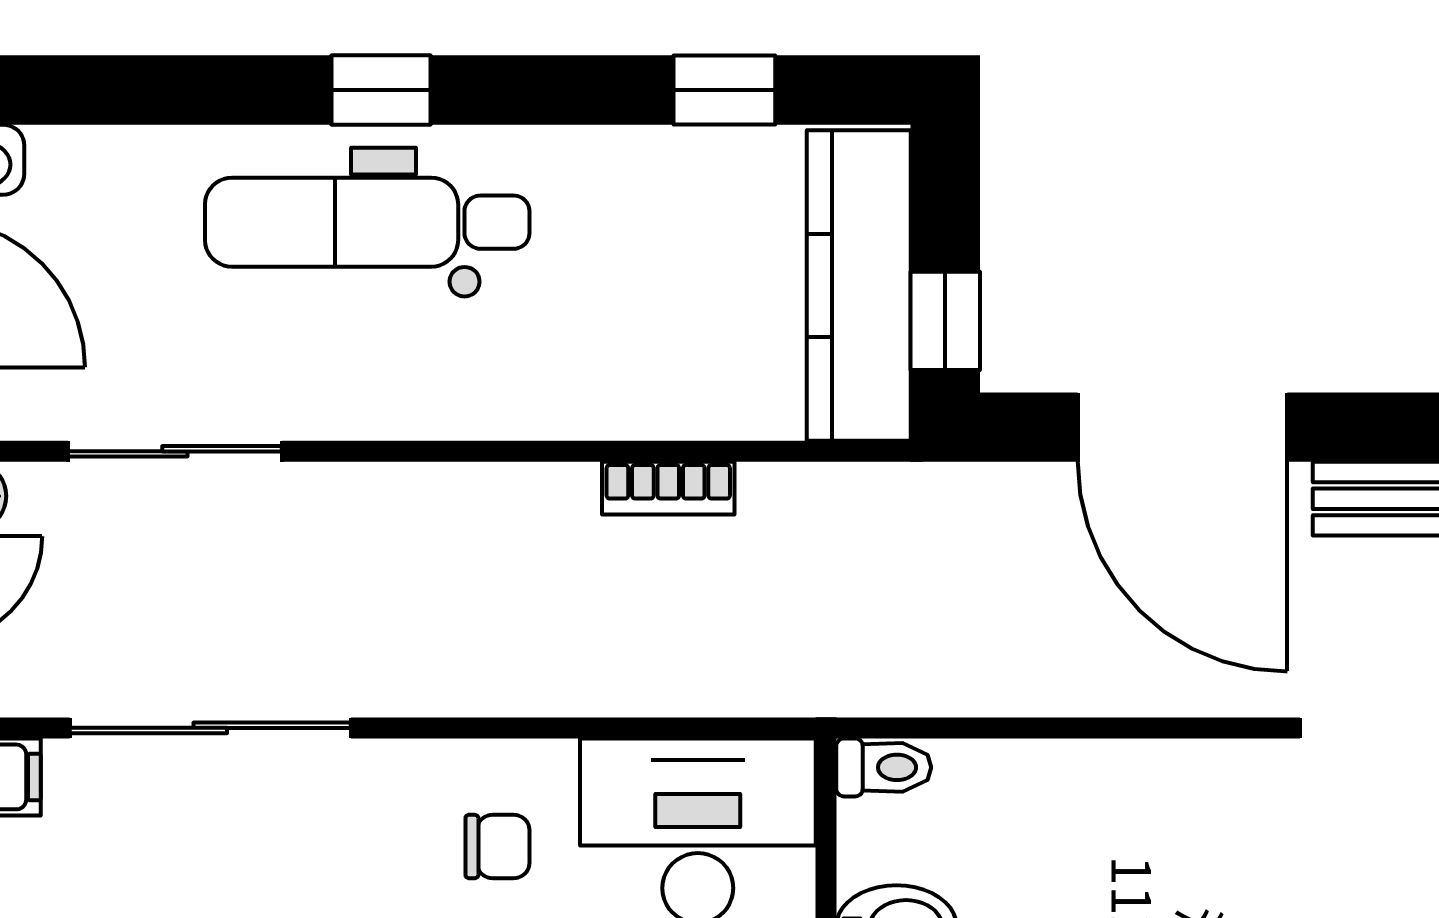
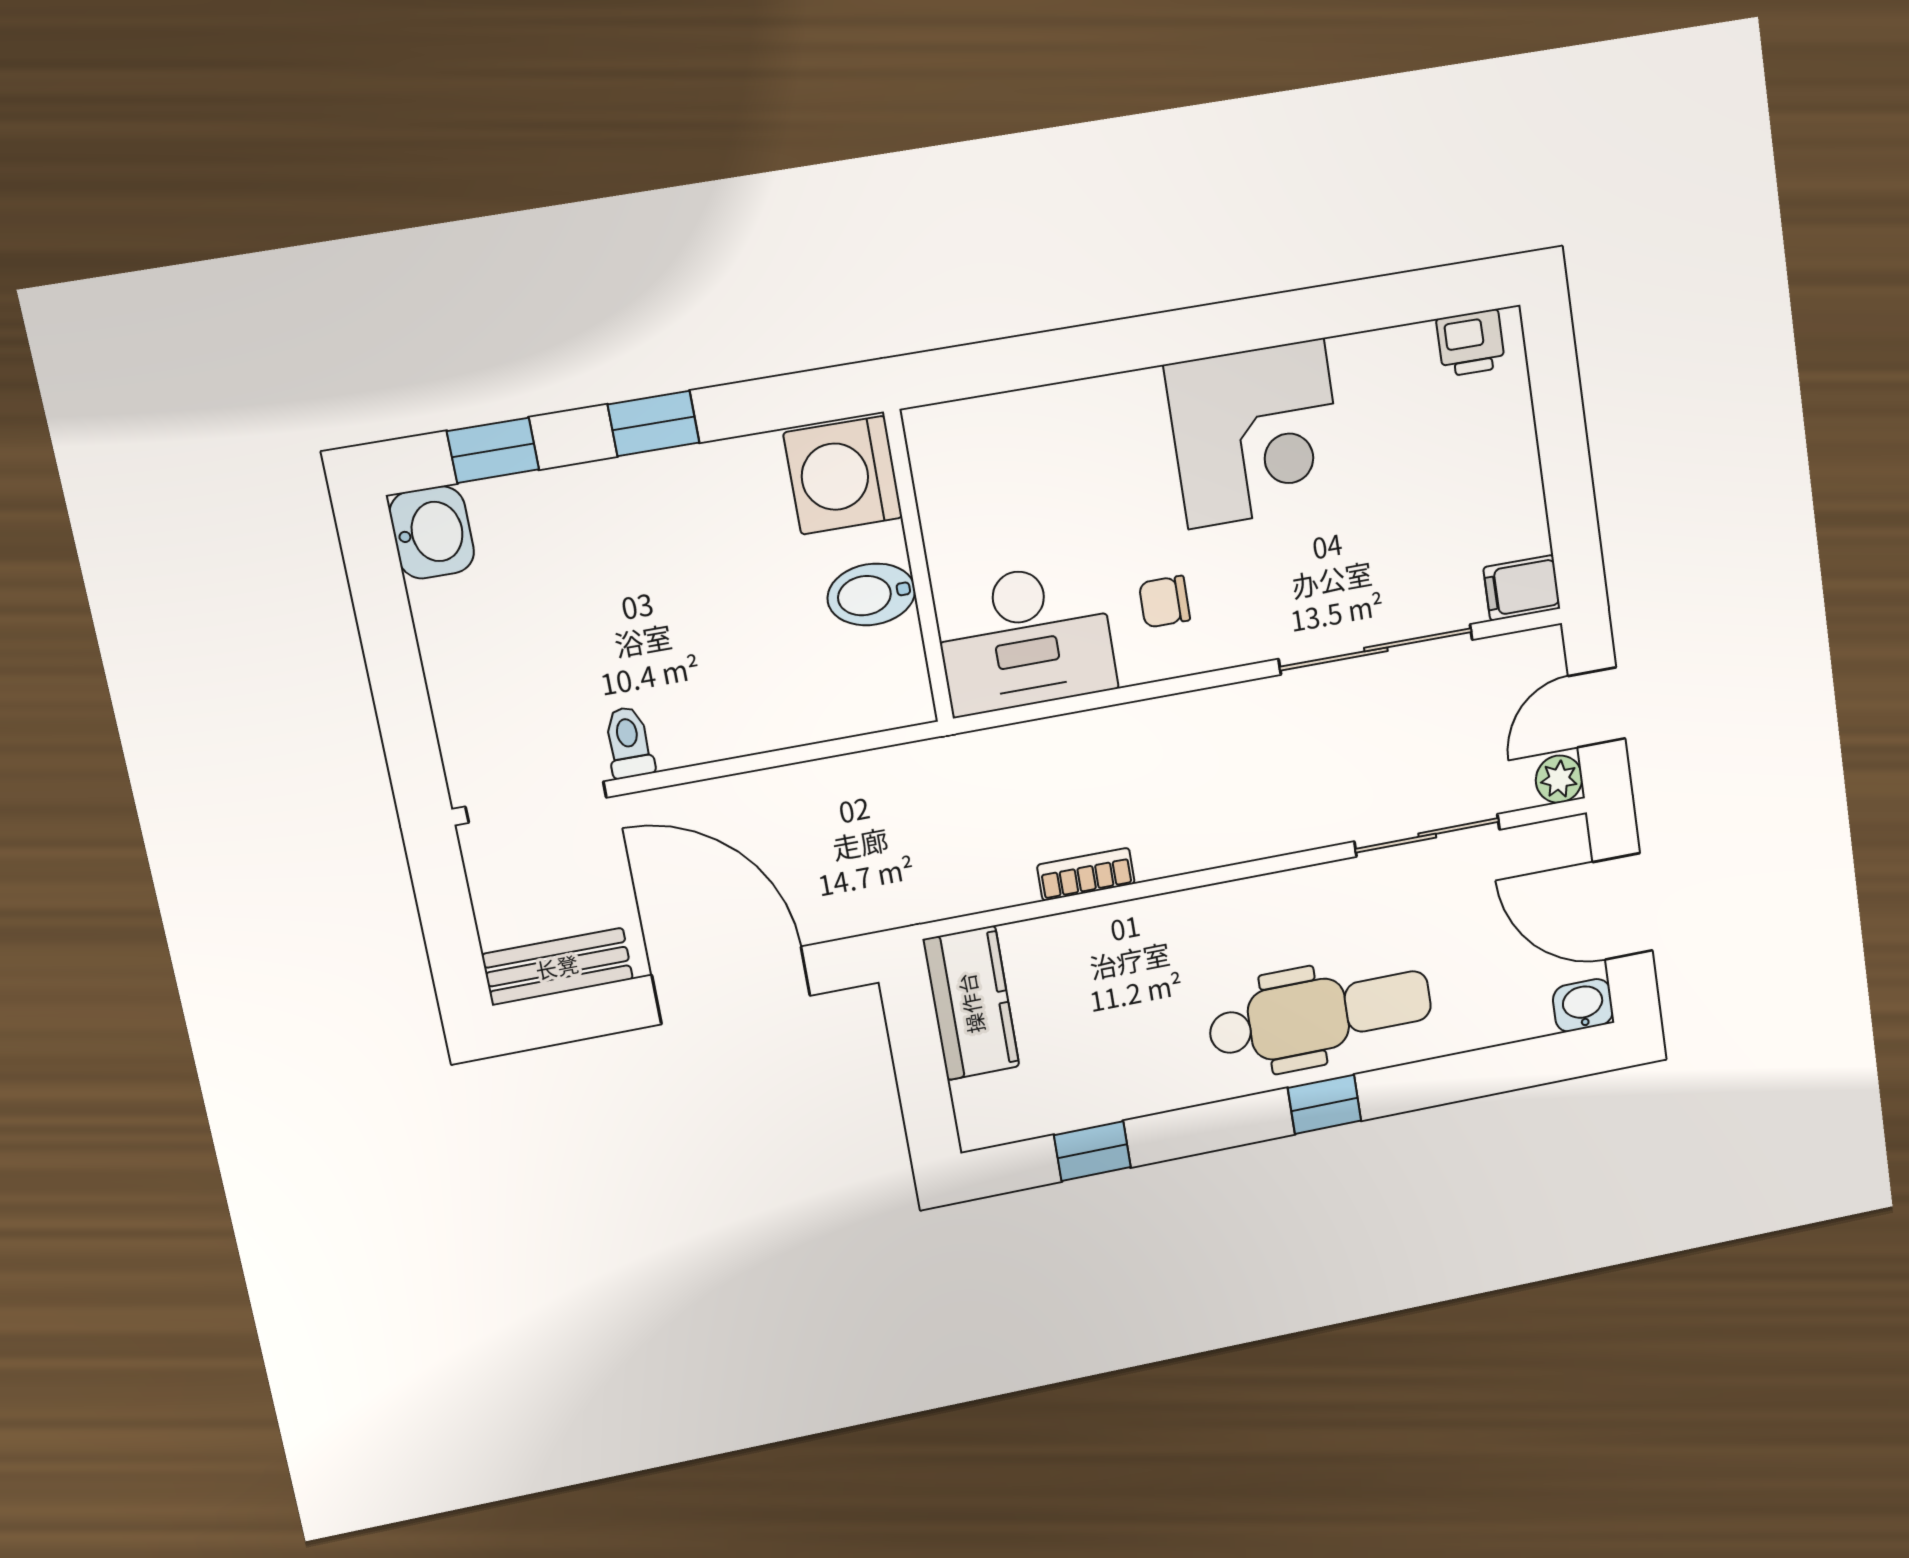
kitchen counter: (859, 285) -> (971, 1003), width x0.67
window: (945, 321) -> (913, 1026), removed
toilet: (884, 767) -> (629, 742), moved, turned 90

